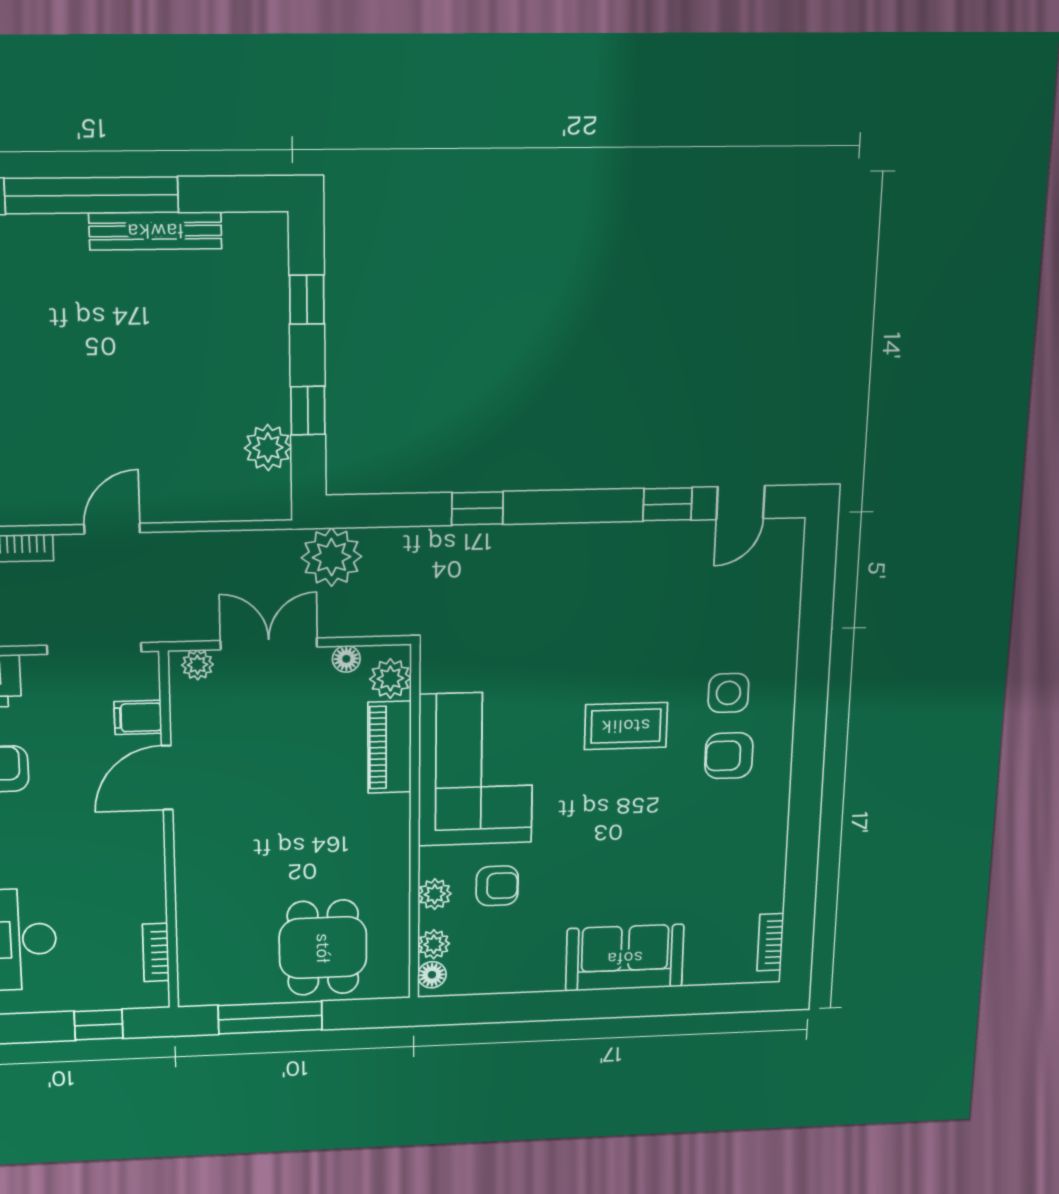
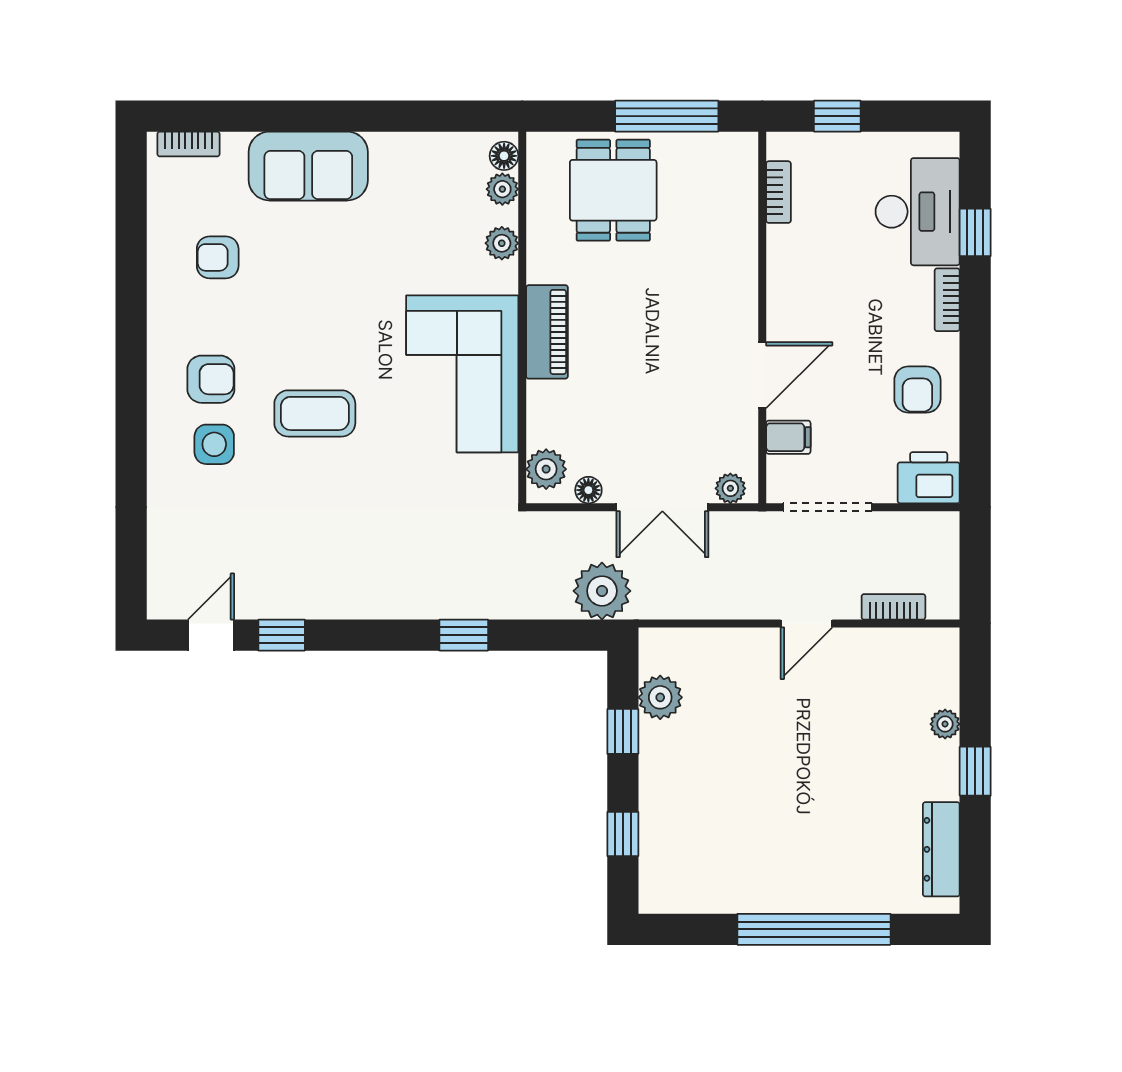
bench: (155, 231) -> (758, 897), removed
piano: (389, 747) -> (547, 332), moved
armchair: (497, 886) -> (218, 257), moved
bookcase: (770, 942) -> (188, 144), moved, turned 90

